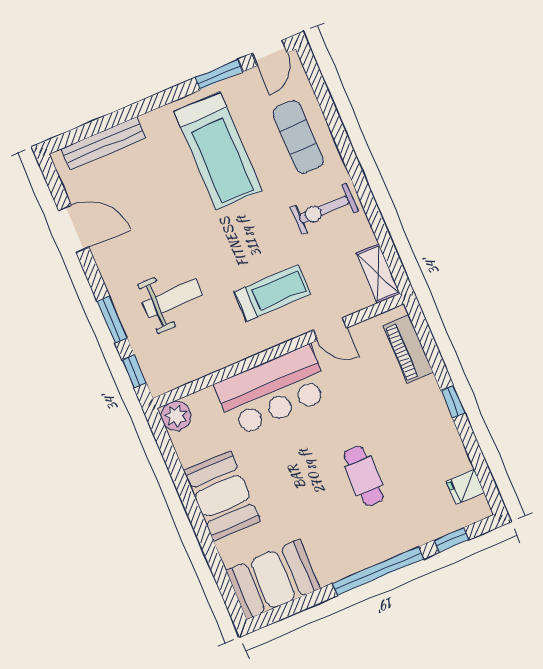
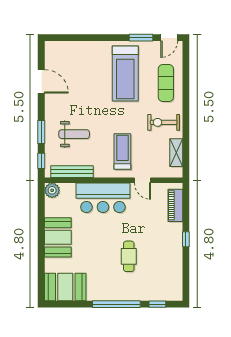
bench: (103, 143) -> (72, 172), moved
shelving: (378, 273) -> (176, 153), moved
treadmill: (272, 293) -> (122, 151), turned -90
fridge: (465, 487) -> (175, 282), removed

